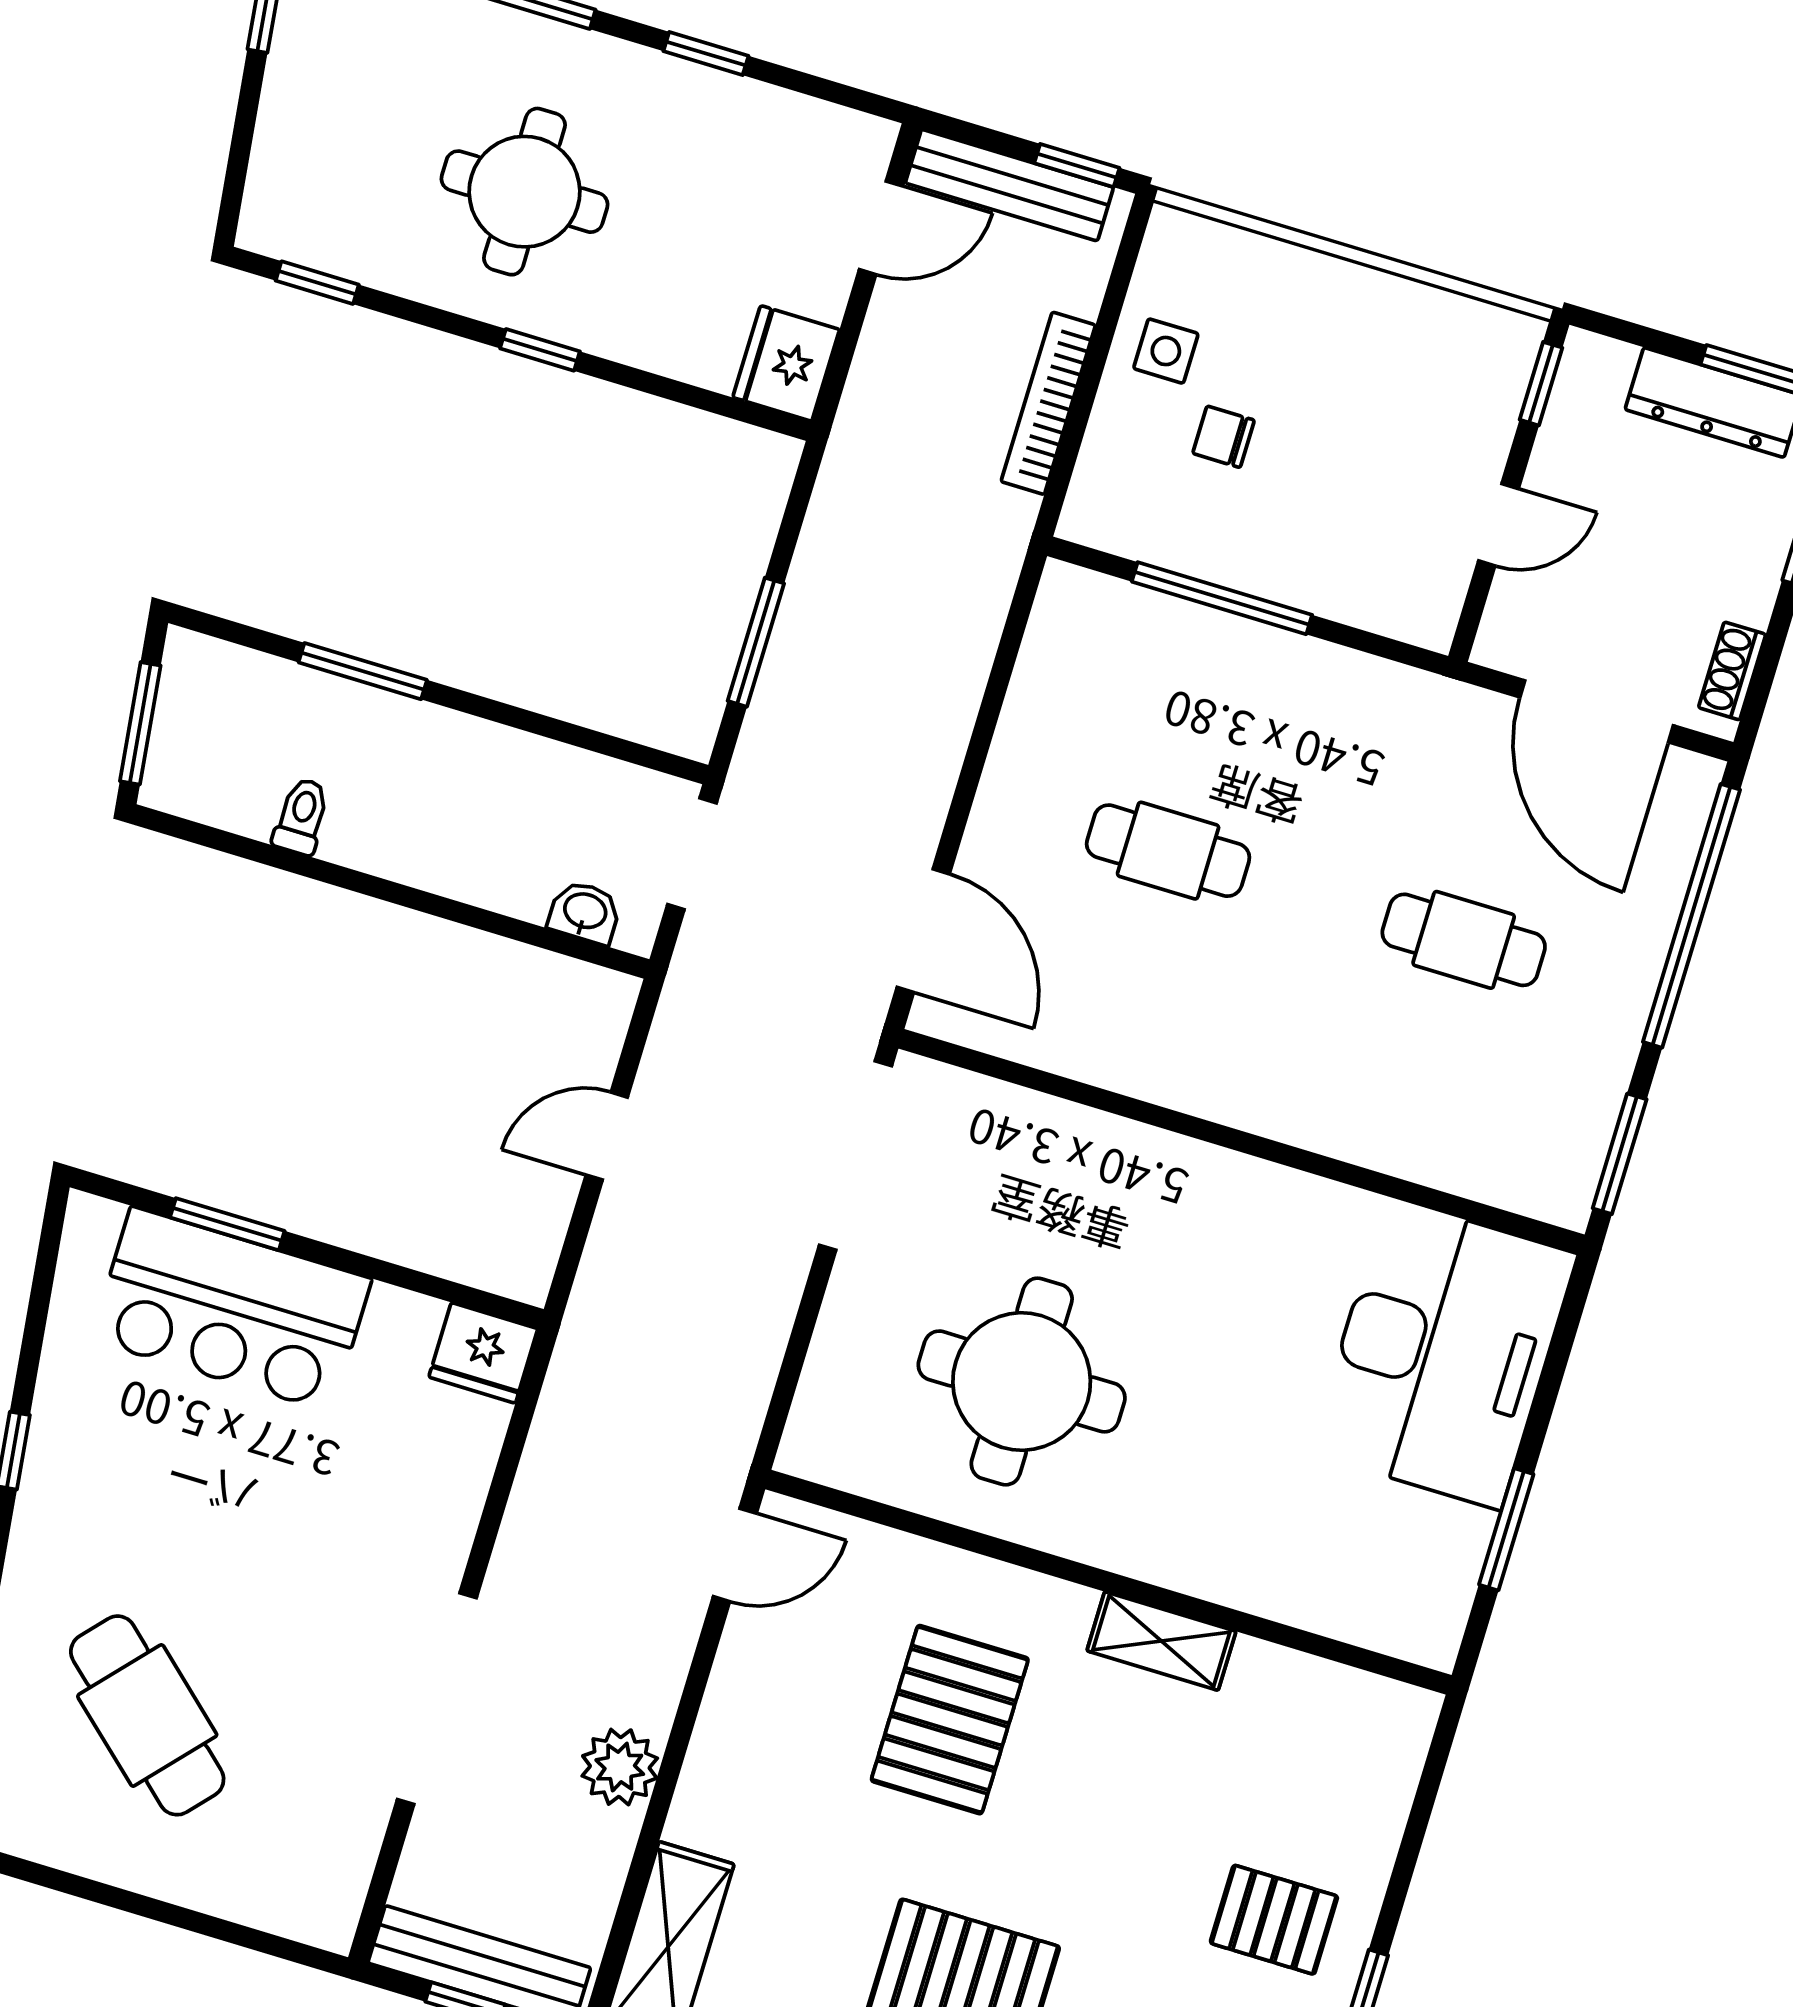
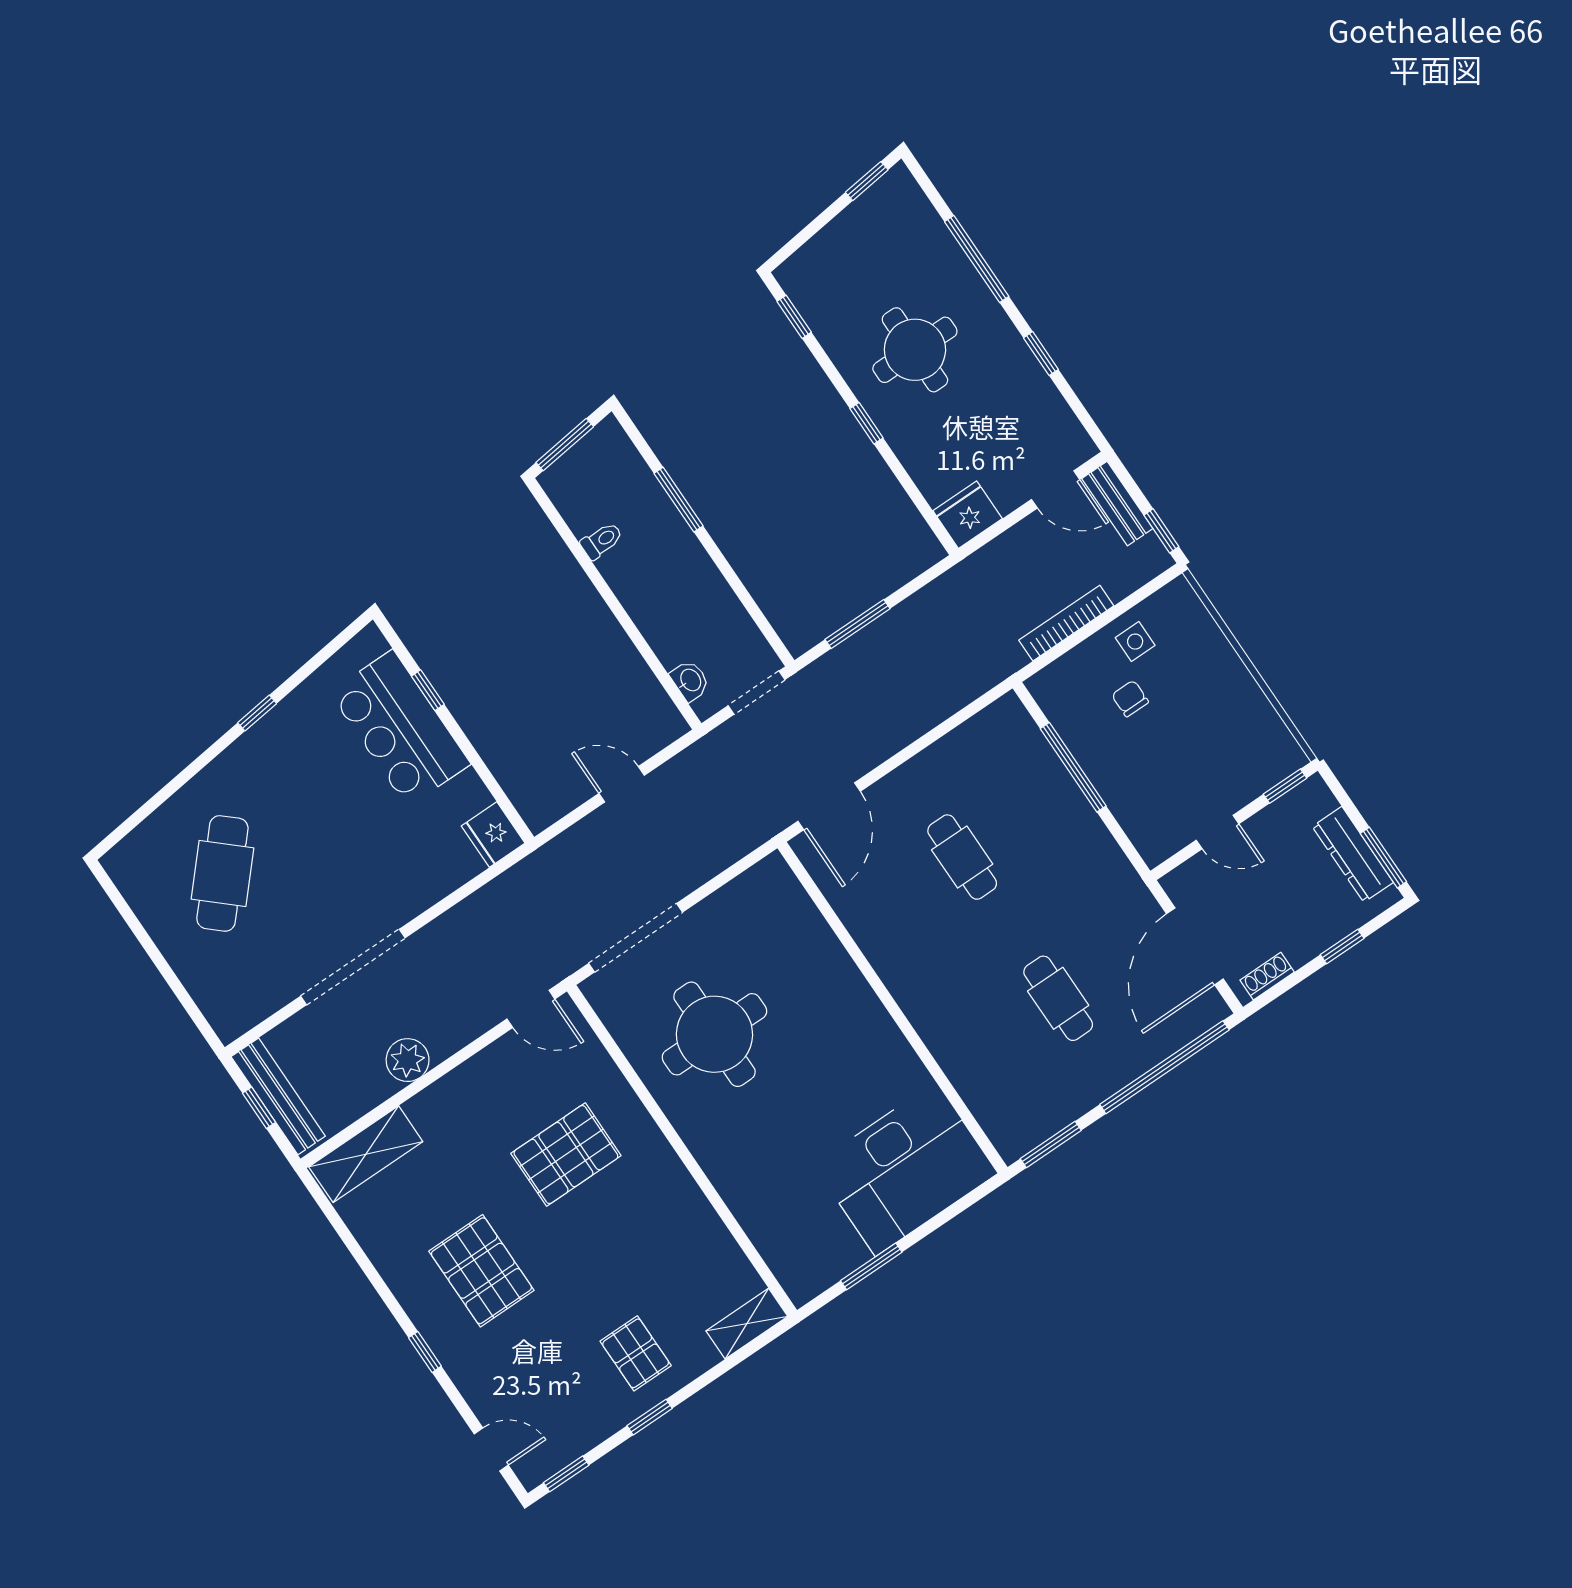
bench: (1009, 185) -> (1117, 504), width x0.73
doorway: (855, 1156) -> (636, 938), moved
window: (227, 1224) -> (428, 690), width x0.67
shelving: (1161, 1641) -> (747, 1324), moved, turned 90

